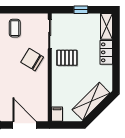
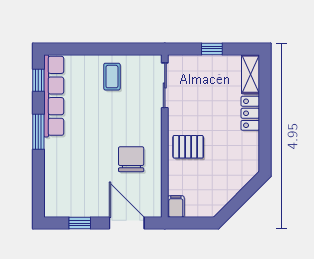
pallet: (67, 58) -> (188, 147), moved
chair: (32, 60) -> (131, 159), moved, turned 59
shelving: (91, 101) -> (227, 187), removed

